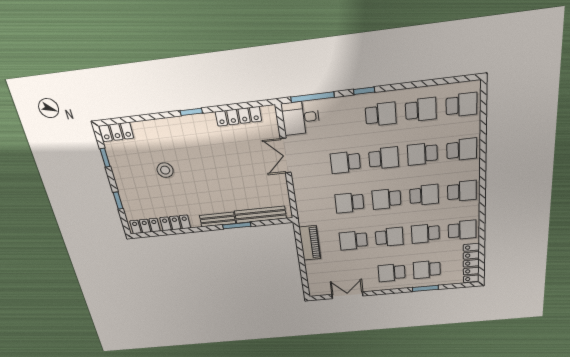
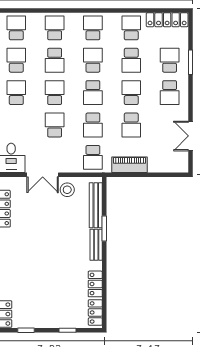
school desk: (345, 162) -> (55, 125), turned 180
stool: (165, 170) -> (67, 190), moved
school desk: (313, 206) -> (93, 157), added
school desk: (427, 270) -> (170, 60), turned 180

